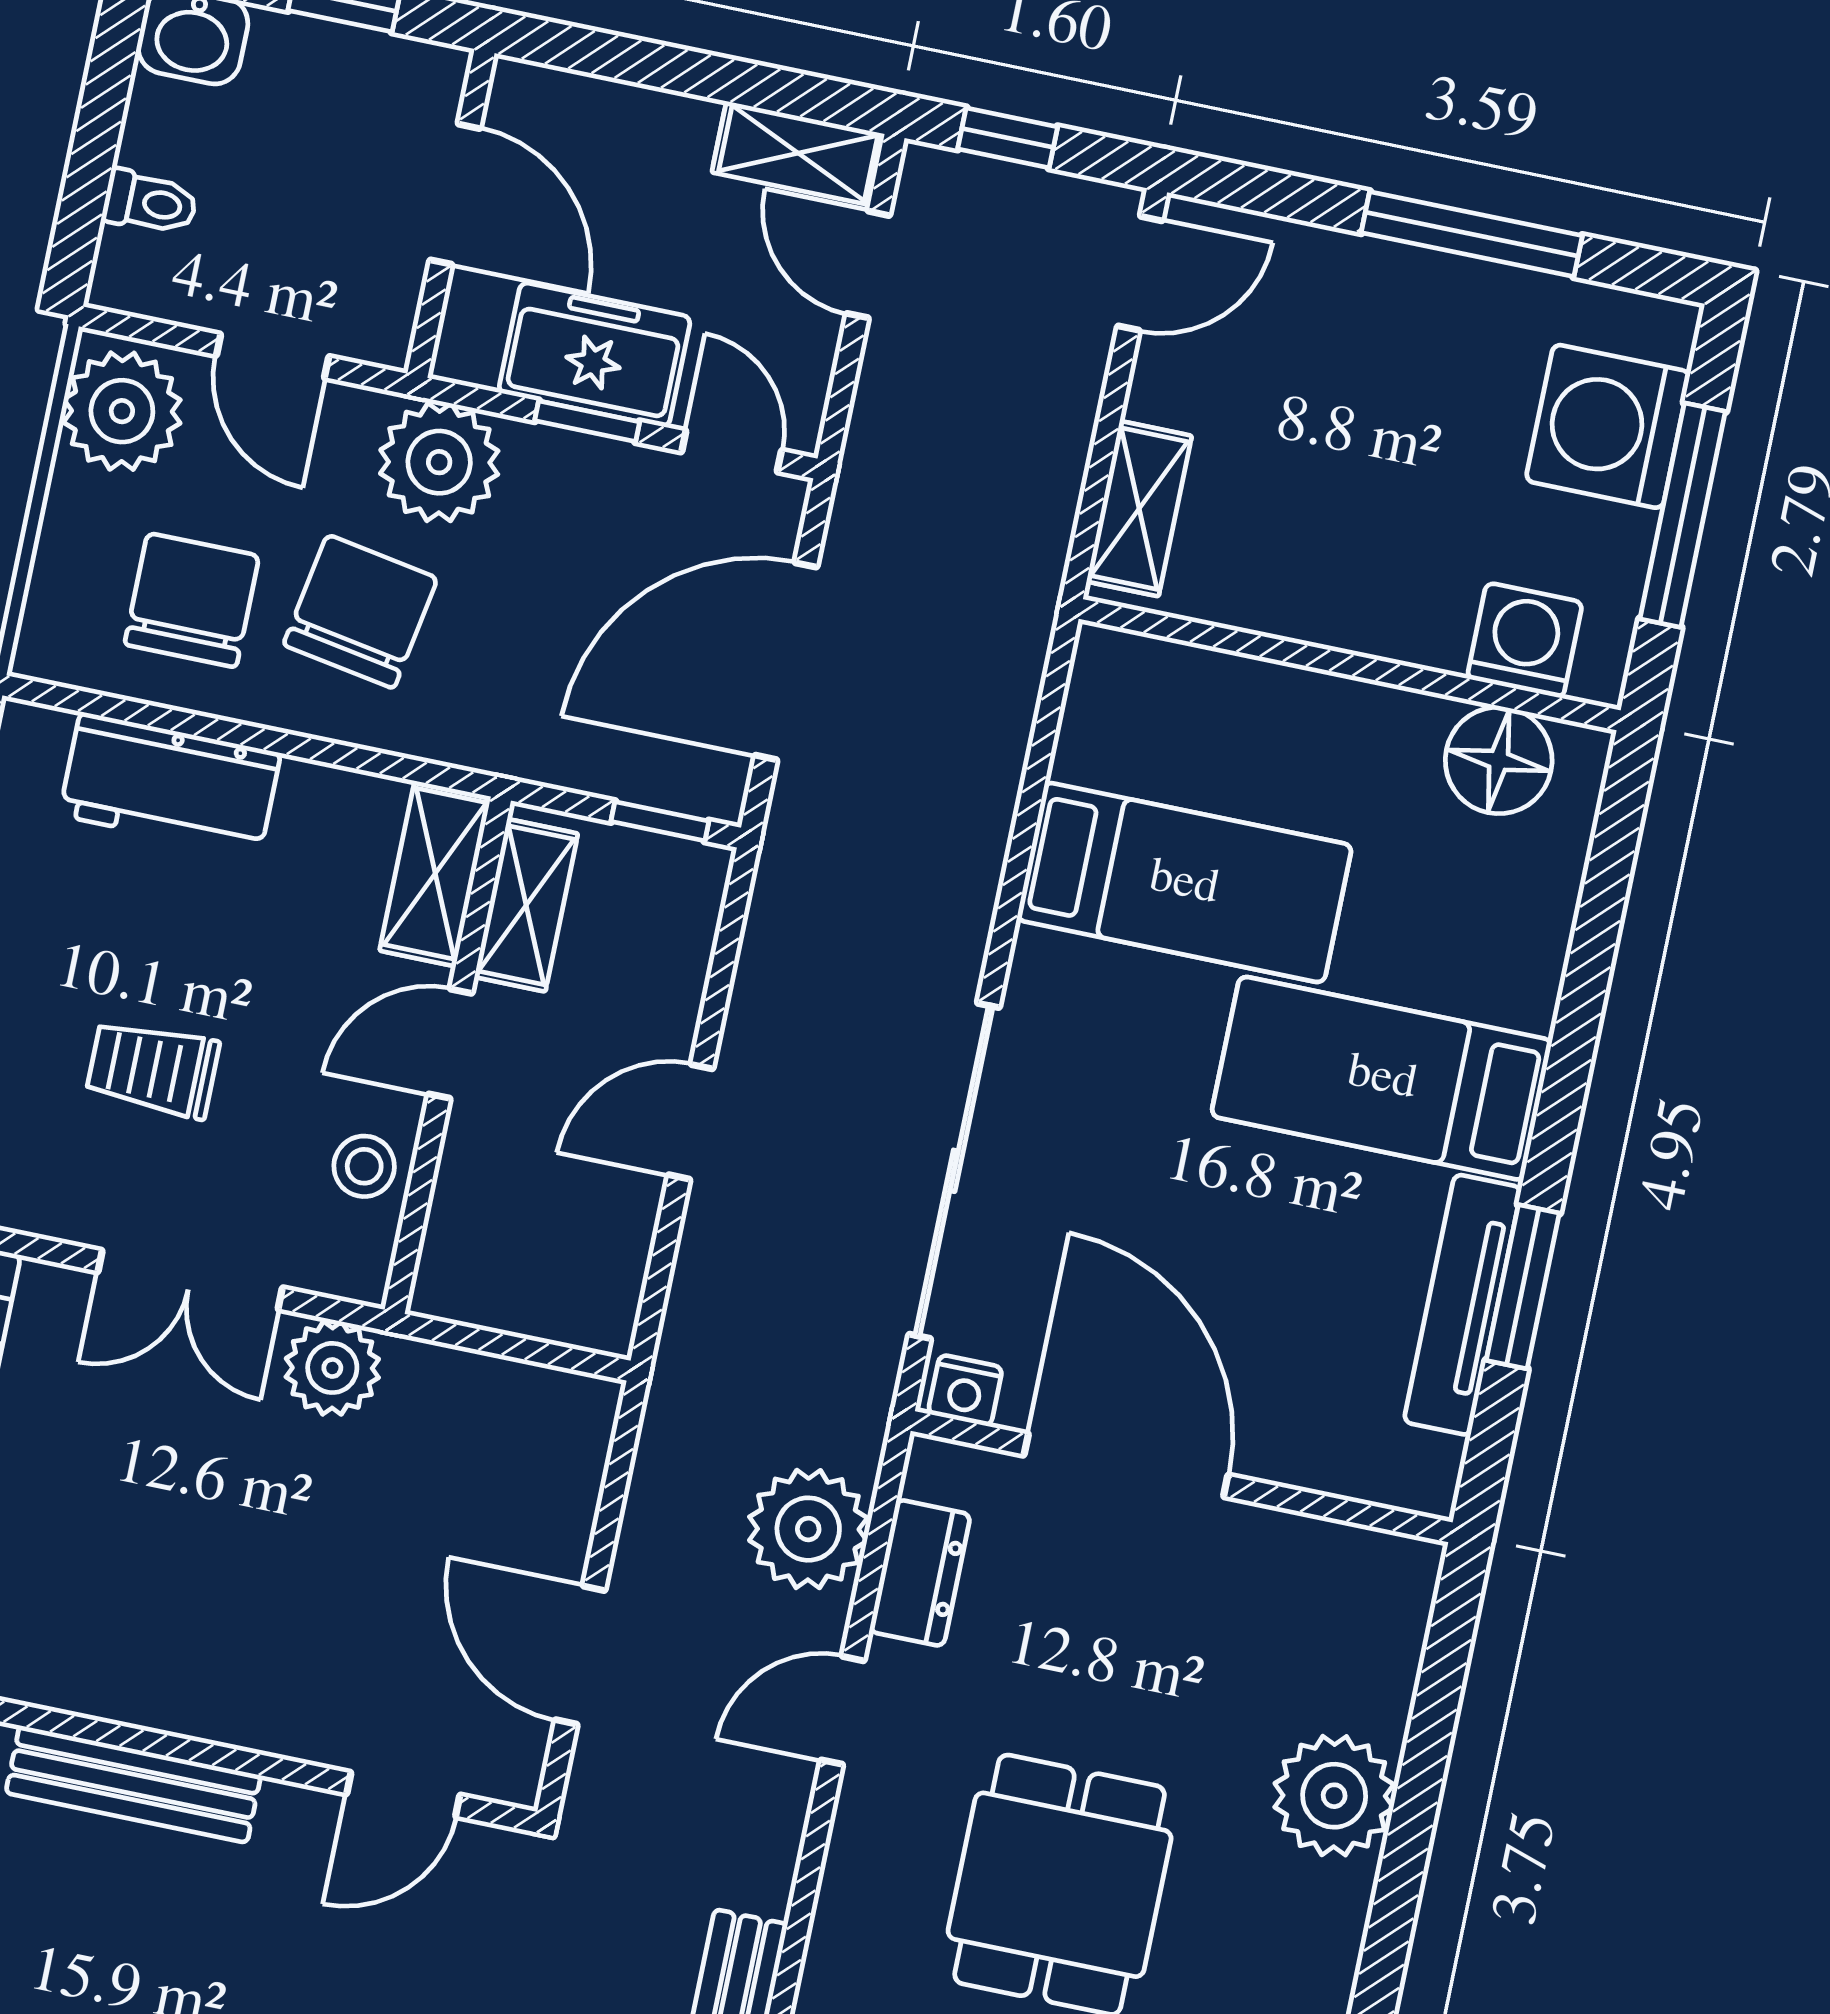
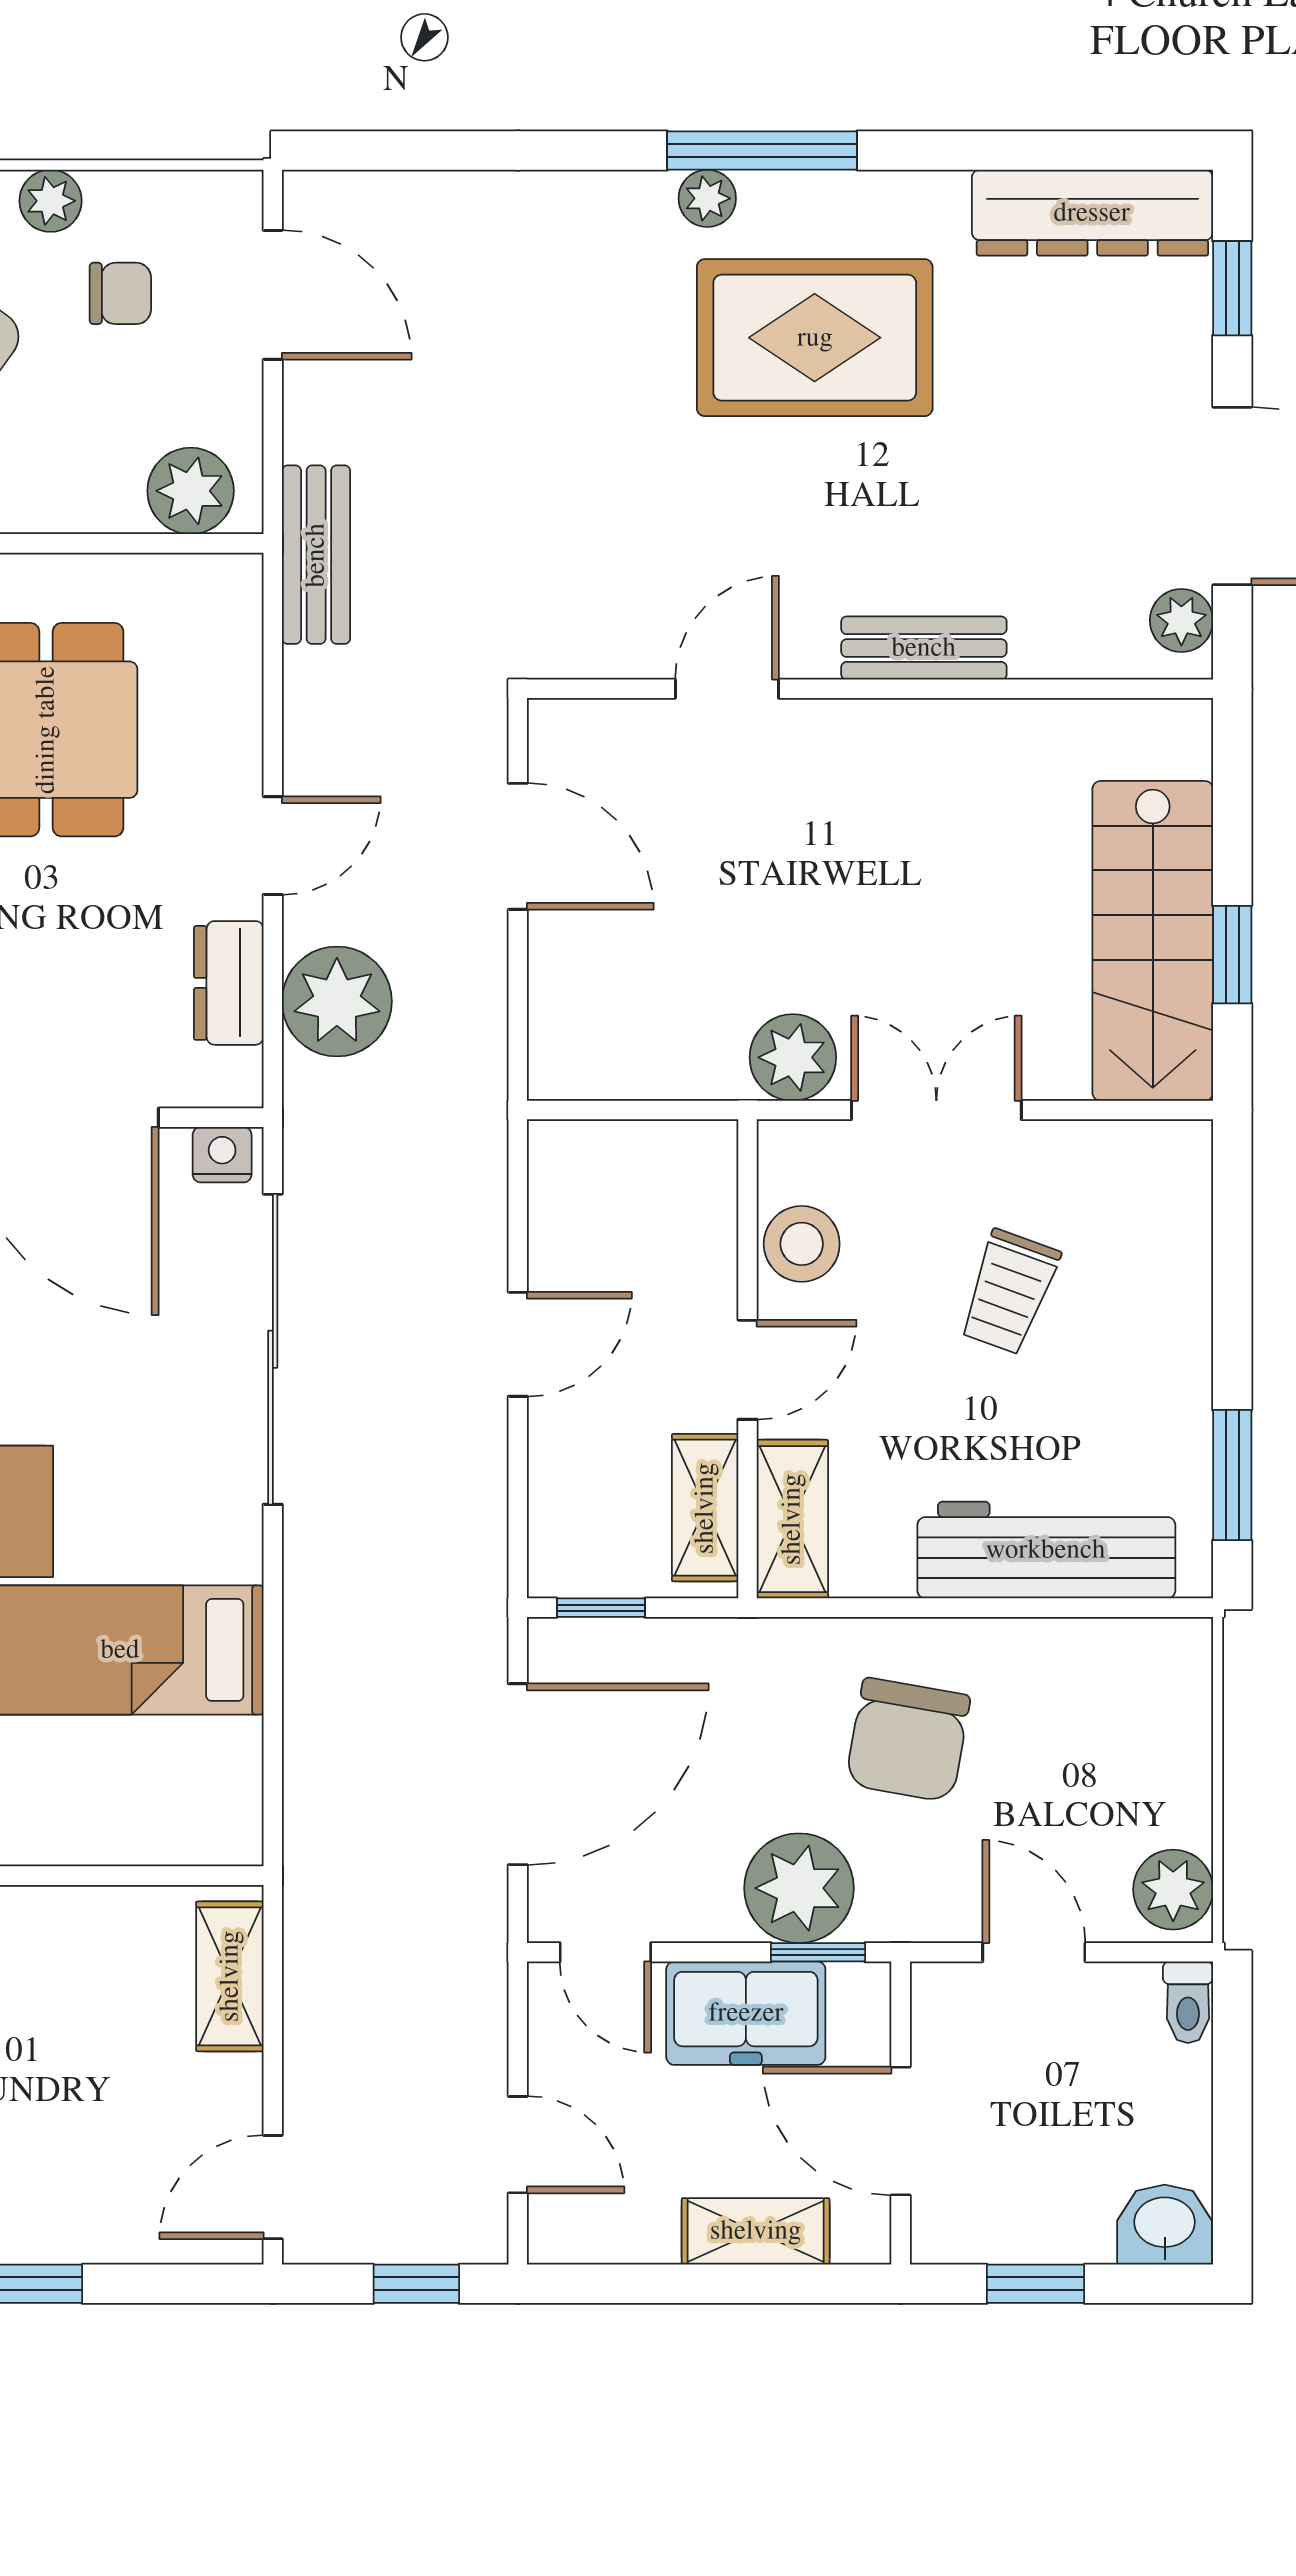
shelving: (798, 153) -> (756, 2231), moved
toilet: (150, 202) -> (1188, 2002), moved, turned -90
plant: (122, 411) -> (1173, 1890), width x0.73, depth x0.73
window: (587, 421) -> (818, 1952), moved
plant: (439, 462) -> (799, 1888), moved
chair: (192, 600) -> (1061, 1719), removed
workbench: (170, 784) -> (1046, 1550), width x1.38
trolley: (153, 1069) -> (1009, 1292), turned 110
stool: (364, 1166) -> (802, 1244), width x1.37, depth x1.37
bench: (133, 1784) -> (924, 648), width x0.73
door: (403, 1794) -> (727, 689), moved

